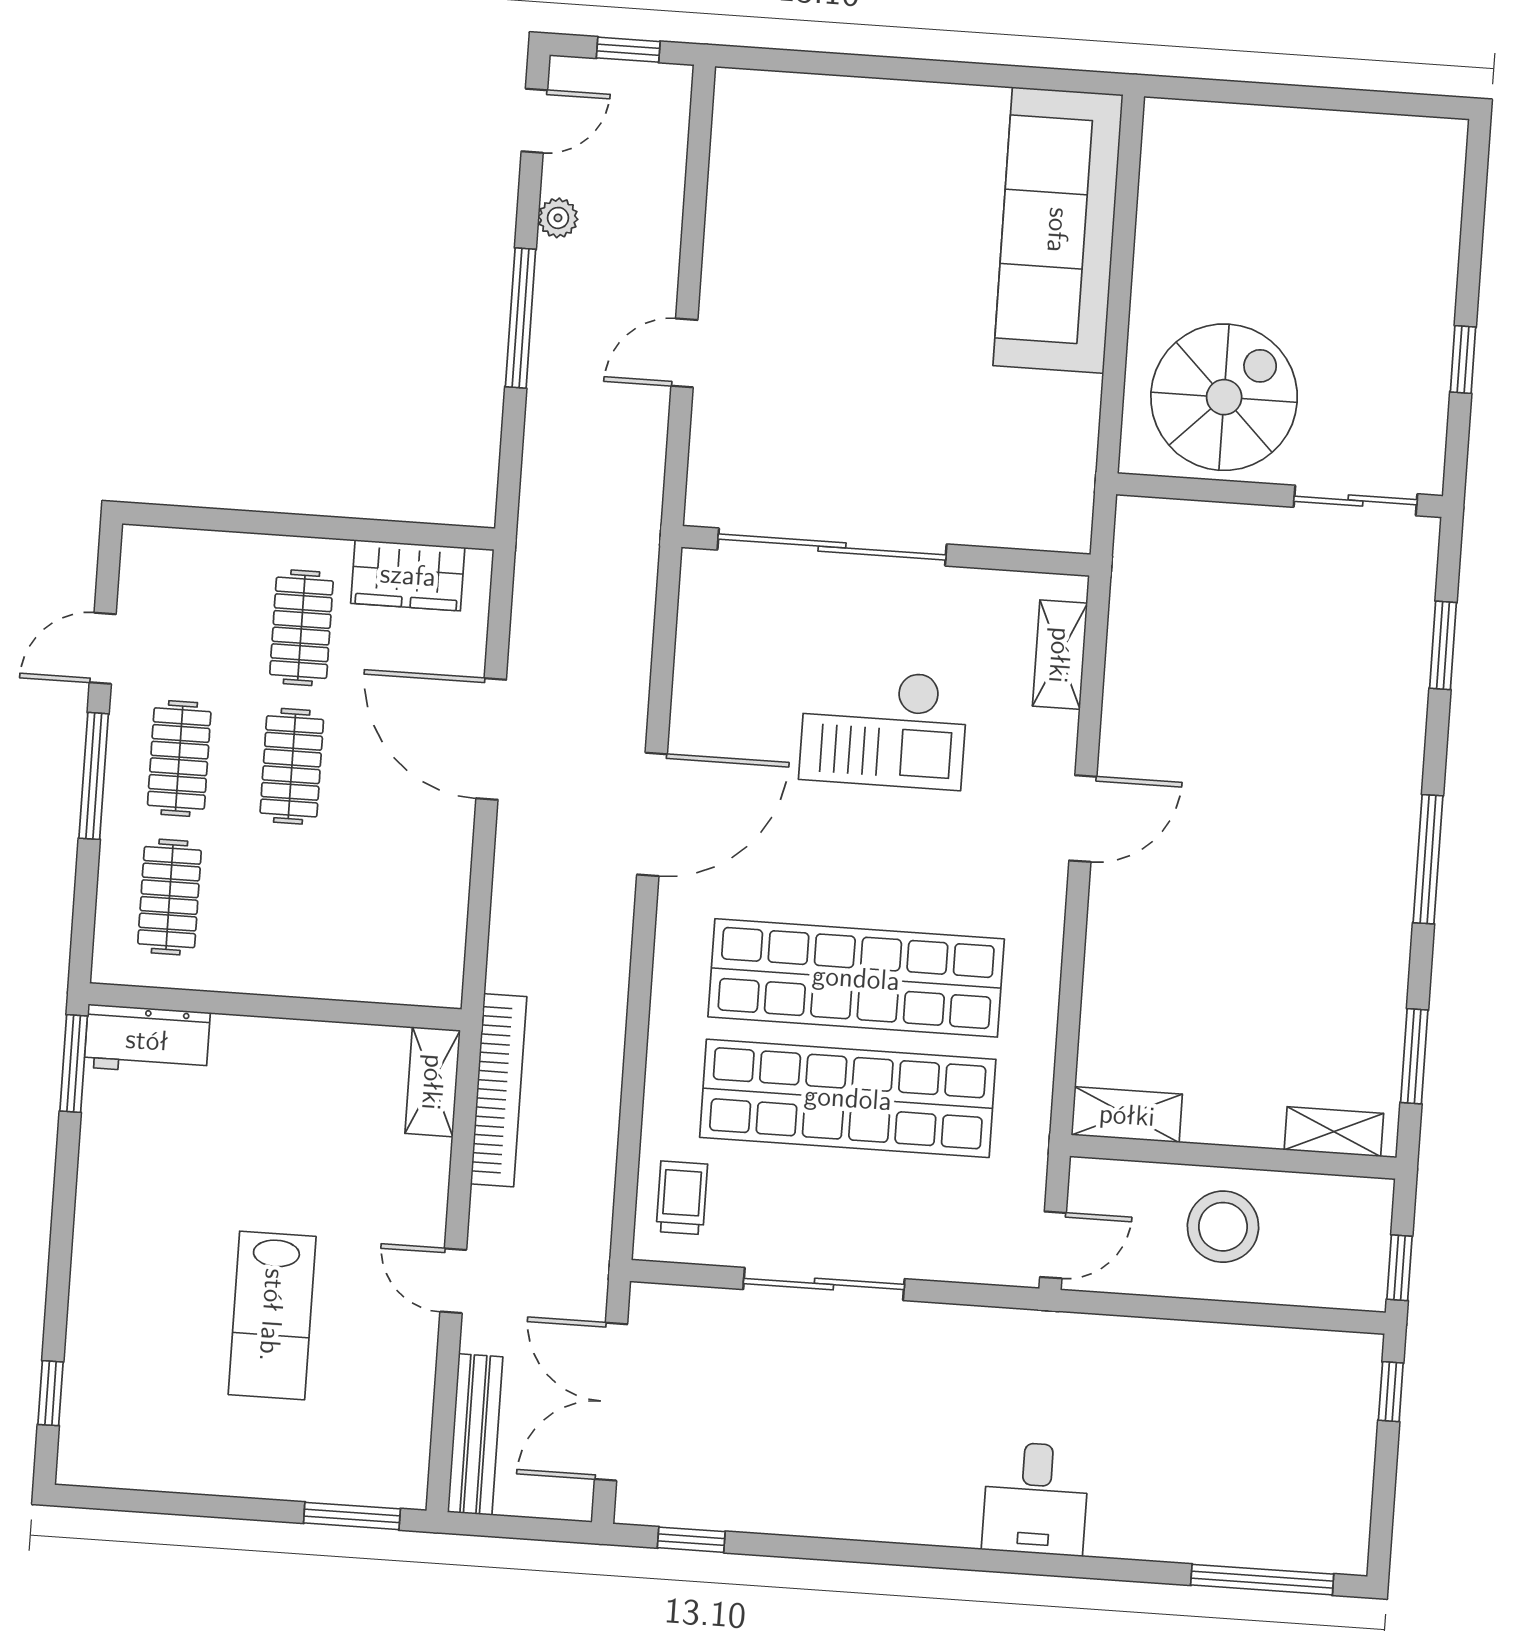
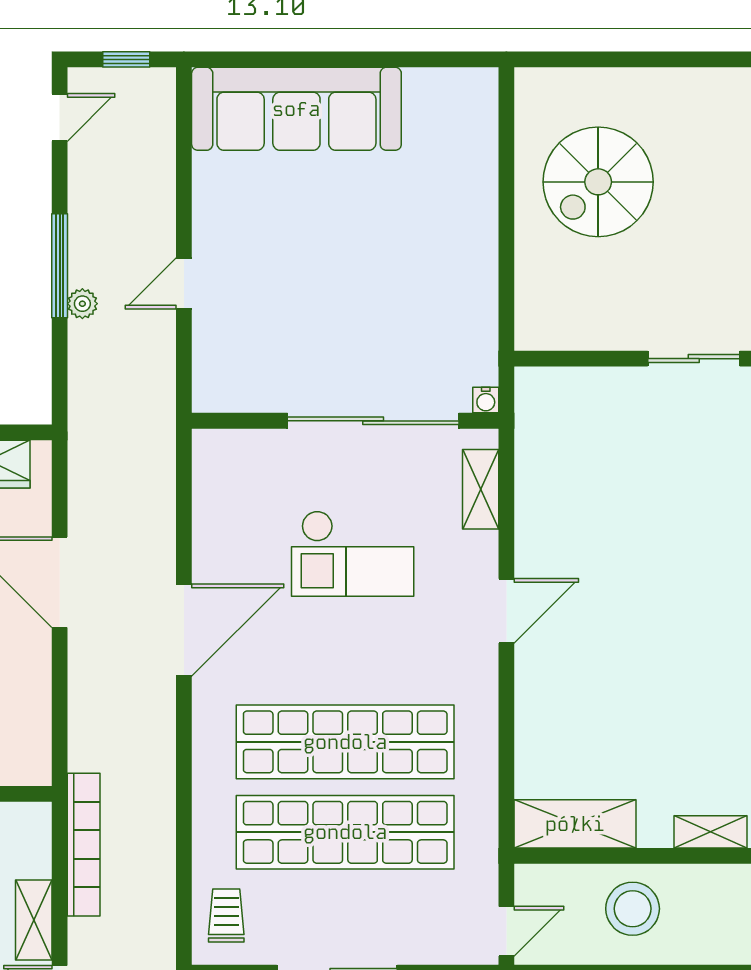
plant: (558, 218) -> (82, 304), moved
sofa: (1058, 230) -> (296, 109), moved, turned -90
spiral stairs: (1224, 397) -> (598, 182), moved, turned 180
water cooler: (1075, 536) -> (486, 400), added
sliding door: (832, 547) -> (373, 421), moved
shelving: (433, 1082) -> (34, 920), moved
shelving: (1127, 1115) -> (575, 824), width x1.50, depth x1.33

